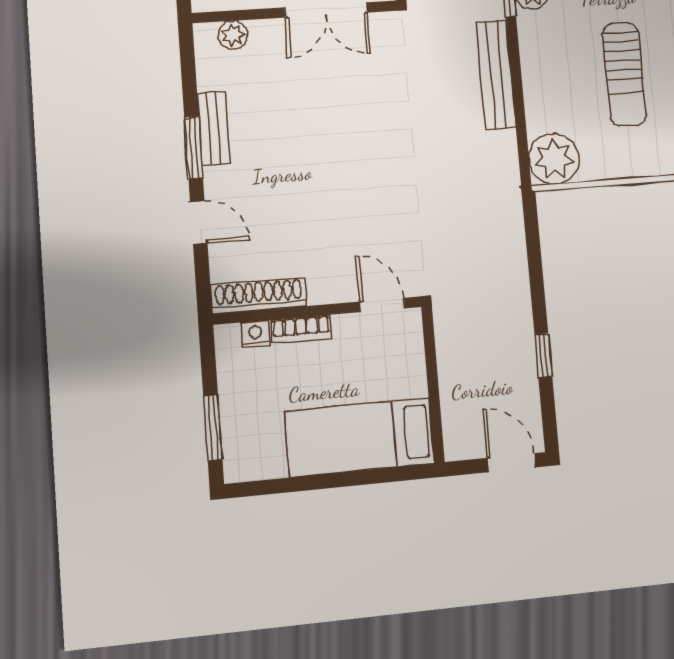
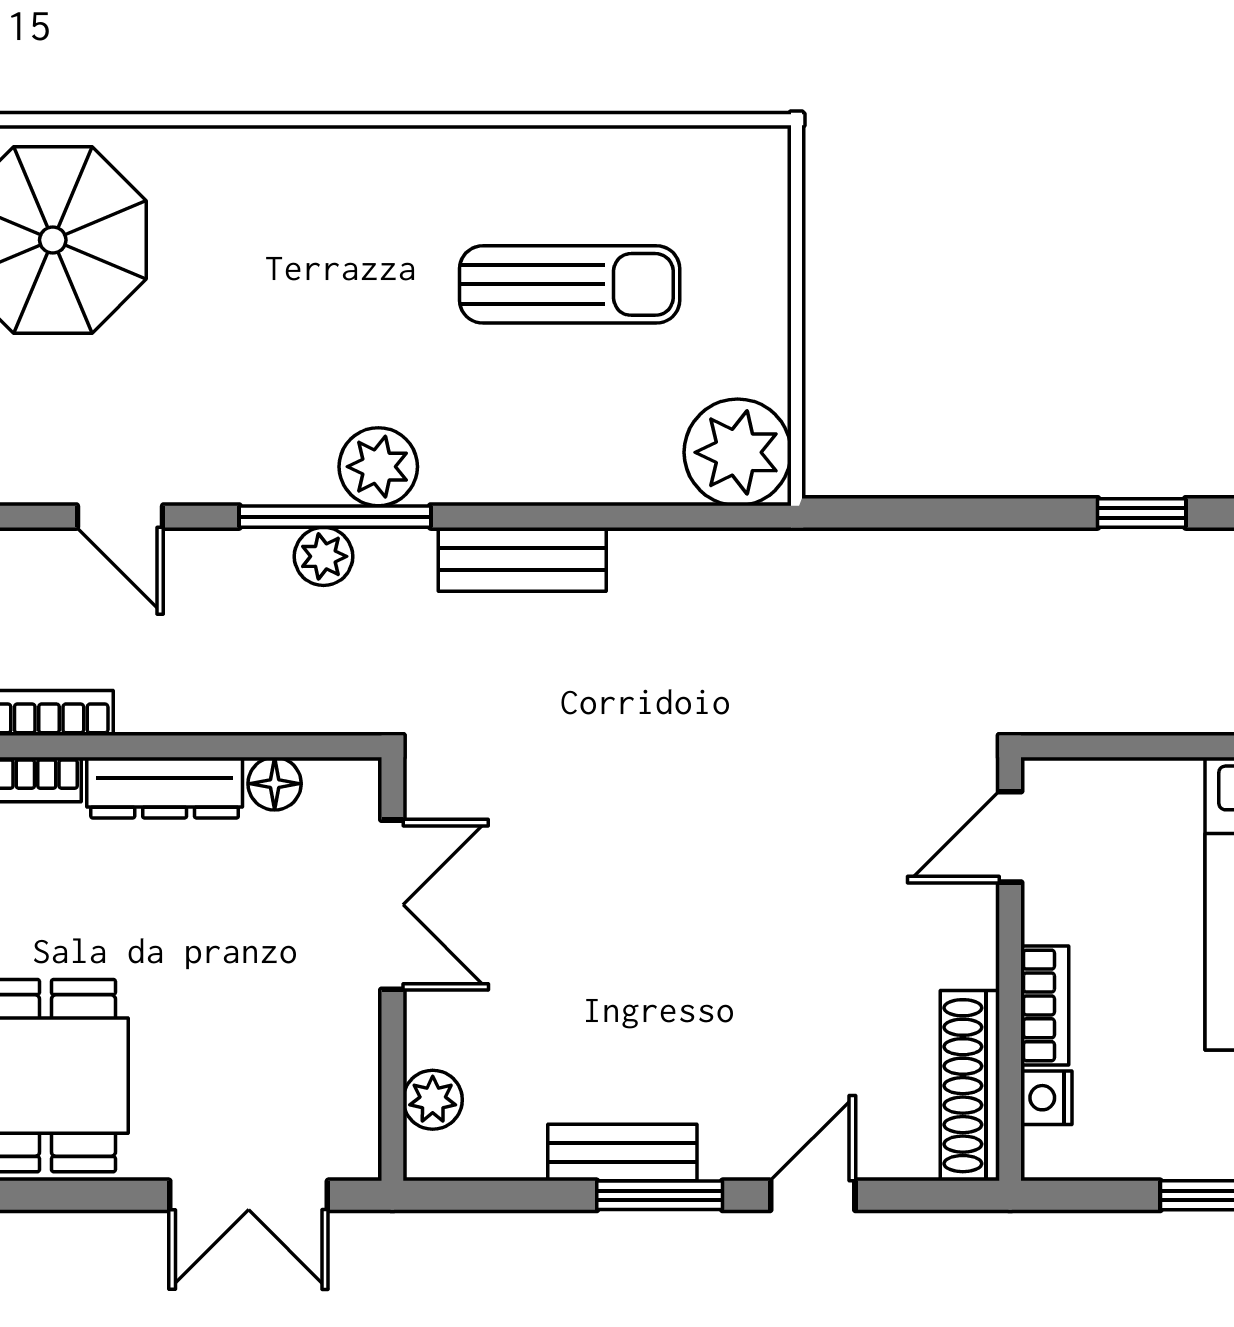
bench: (496, 75) -> (522, 559), width x0.73

